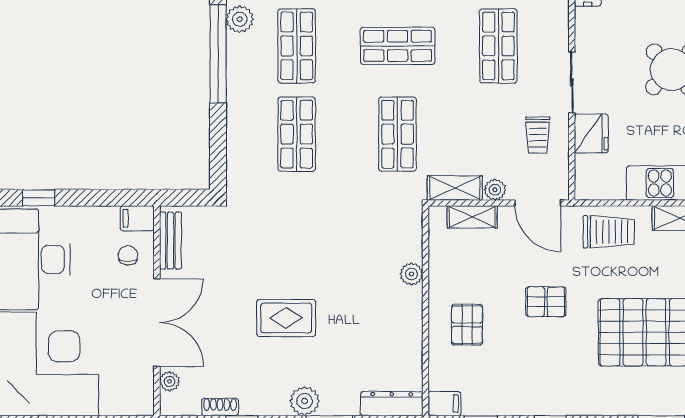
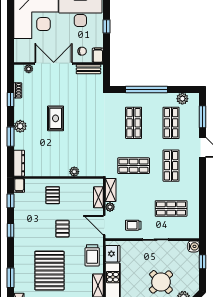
shop shelf: (297, 46) -> (171, 123), turned 90
window: (218, 54) -> (146, 89), moved
shop shelf: (297, 134) -> (134, 123), turned 90
fridge: (591, 134) -> (113, 254), moved, turned -90
window: (39, 198) -> (107, 26), moved
door: (538, 203) -> (104, 225), hinge flipped
double door: (157, 323) -> (54, 63), swing flipped
pallet: (467, 325) -> (53, 195), turned 90

